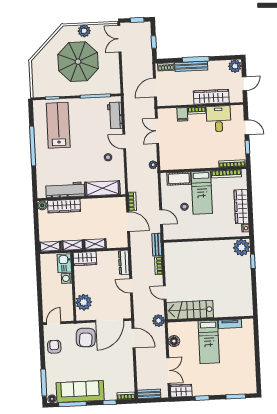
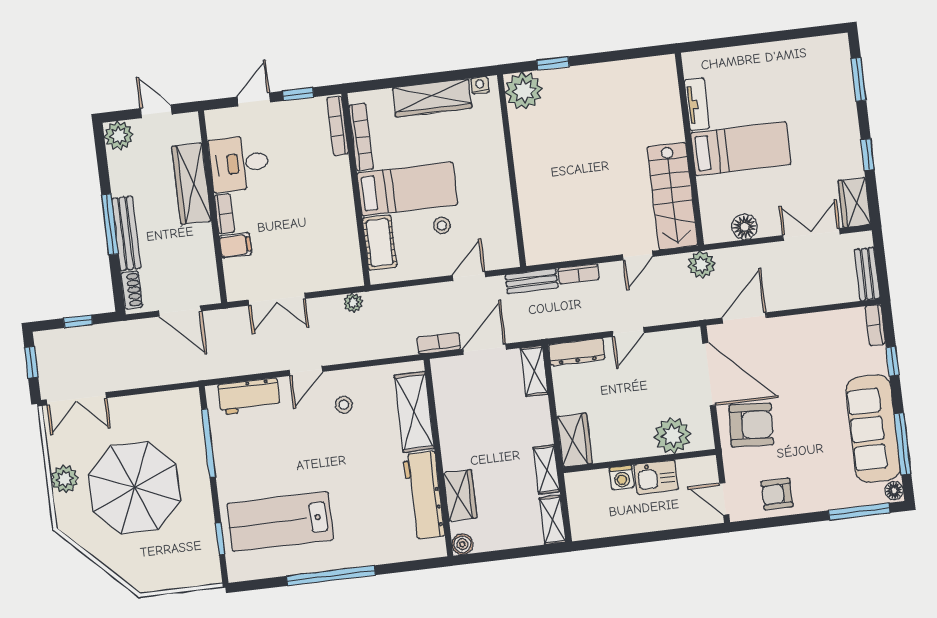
wardrobe: (64, 206) -> (460, 495), width x0.67
shelving: (95, 244) -> (534, 371), moved
kitchen sink: (64, 263) -> (656, 477), moved

